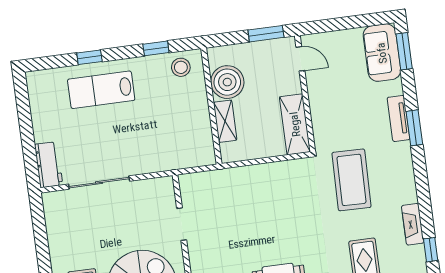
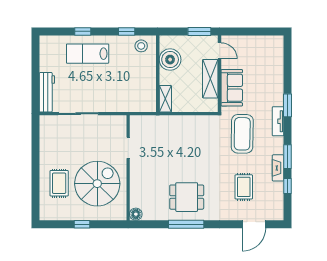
window: (404, 51) -> (288, 157), moved
sofa: (382, 53) -> (232, 88), moved, turned 180
tv unit: (399, 118) -> (278, 121), moved
shelving: (225, 121) -> (165, 99), moved
shelving: (295, 124) -> (210, 79), moved
workbench: (49, 165) -> (47, 92), width x1.38

